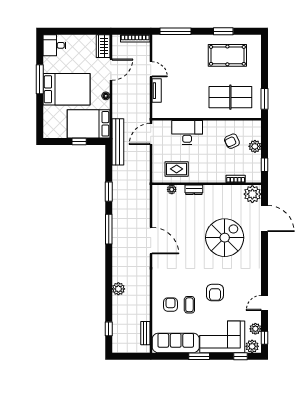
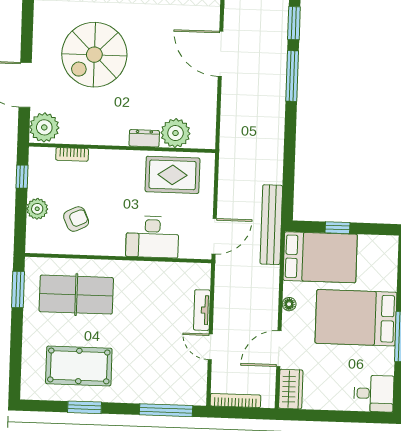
rug: (177, 169) -> (172, 175), width x1.36, depth x1.43
plant: (172, 189) -> (176, 133), width x1.87, depth x1.87
window: (109, 192) -> (294, 23), moved

